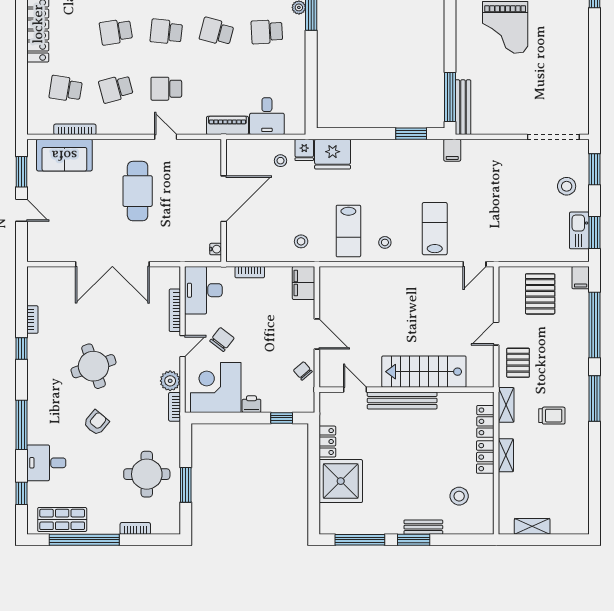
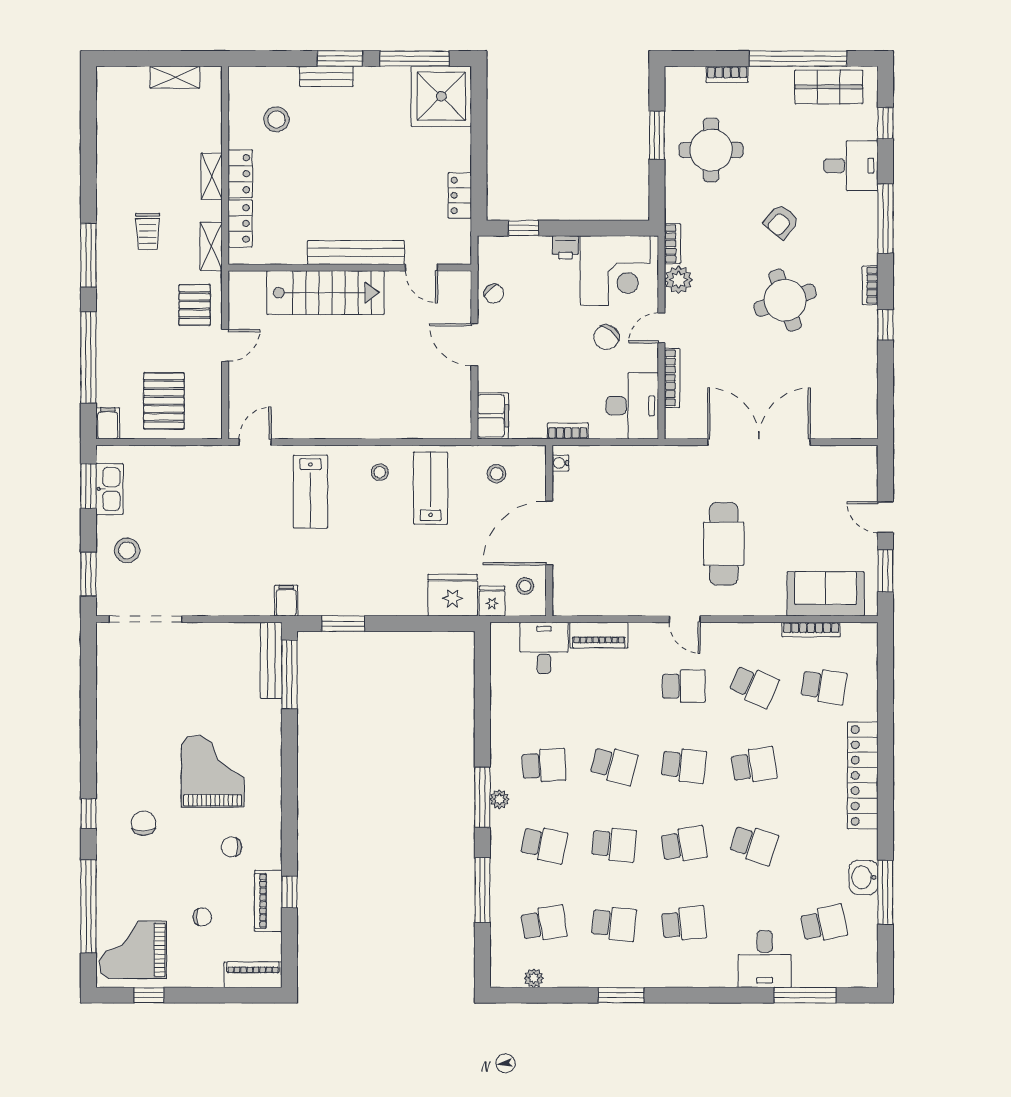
school desk: (116, 89) -> (754, 686), turned 39
door: (224, 199) -> (549, 533), moved
wall: (224, 200) -> (549, 531), moved
water cooler: (216, 249) -> (560, 463), moved
bookcase: (32, 320) -> (870, 285), moved
trolley: (552, 416) -> (148, 231), turned -90
shower: (341, 481) -> (441, 96), moved

